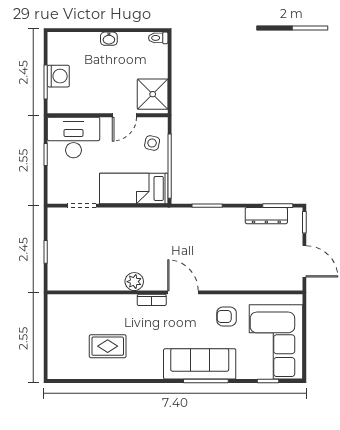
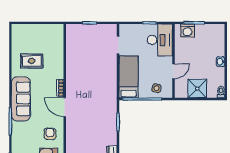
washing machine: (58, 76) -> (187, 31), moved
shower: (153, 94) -> (197, 89), moved
door: (124, 115) -> (174, 71), swing flipped
plant: (134, 282) -> (71, 77), removed
door: (183, 292) -> (65, 107), swing flipped
rug: (108, 346) -> (32, 61), turned 90
sofa: (200, 364) -> (21, 99), moved

